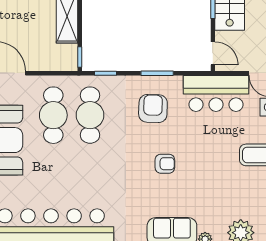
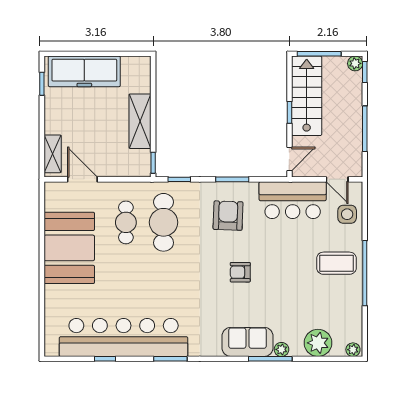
door: (213, 53) -> (289, 159), hinge flipped
cafe table: (53, 115) -> (126, 222), width x0.73, depth x0.74
armchair: (165, 164) -> (240, 272), turned 180

